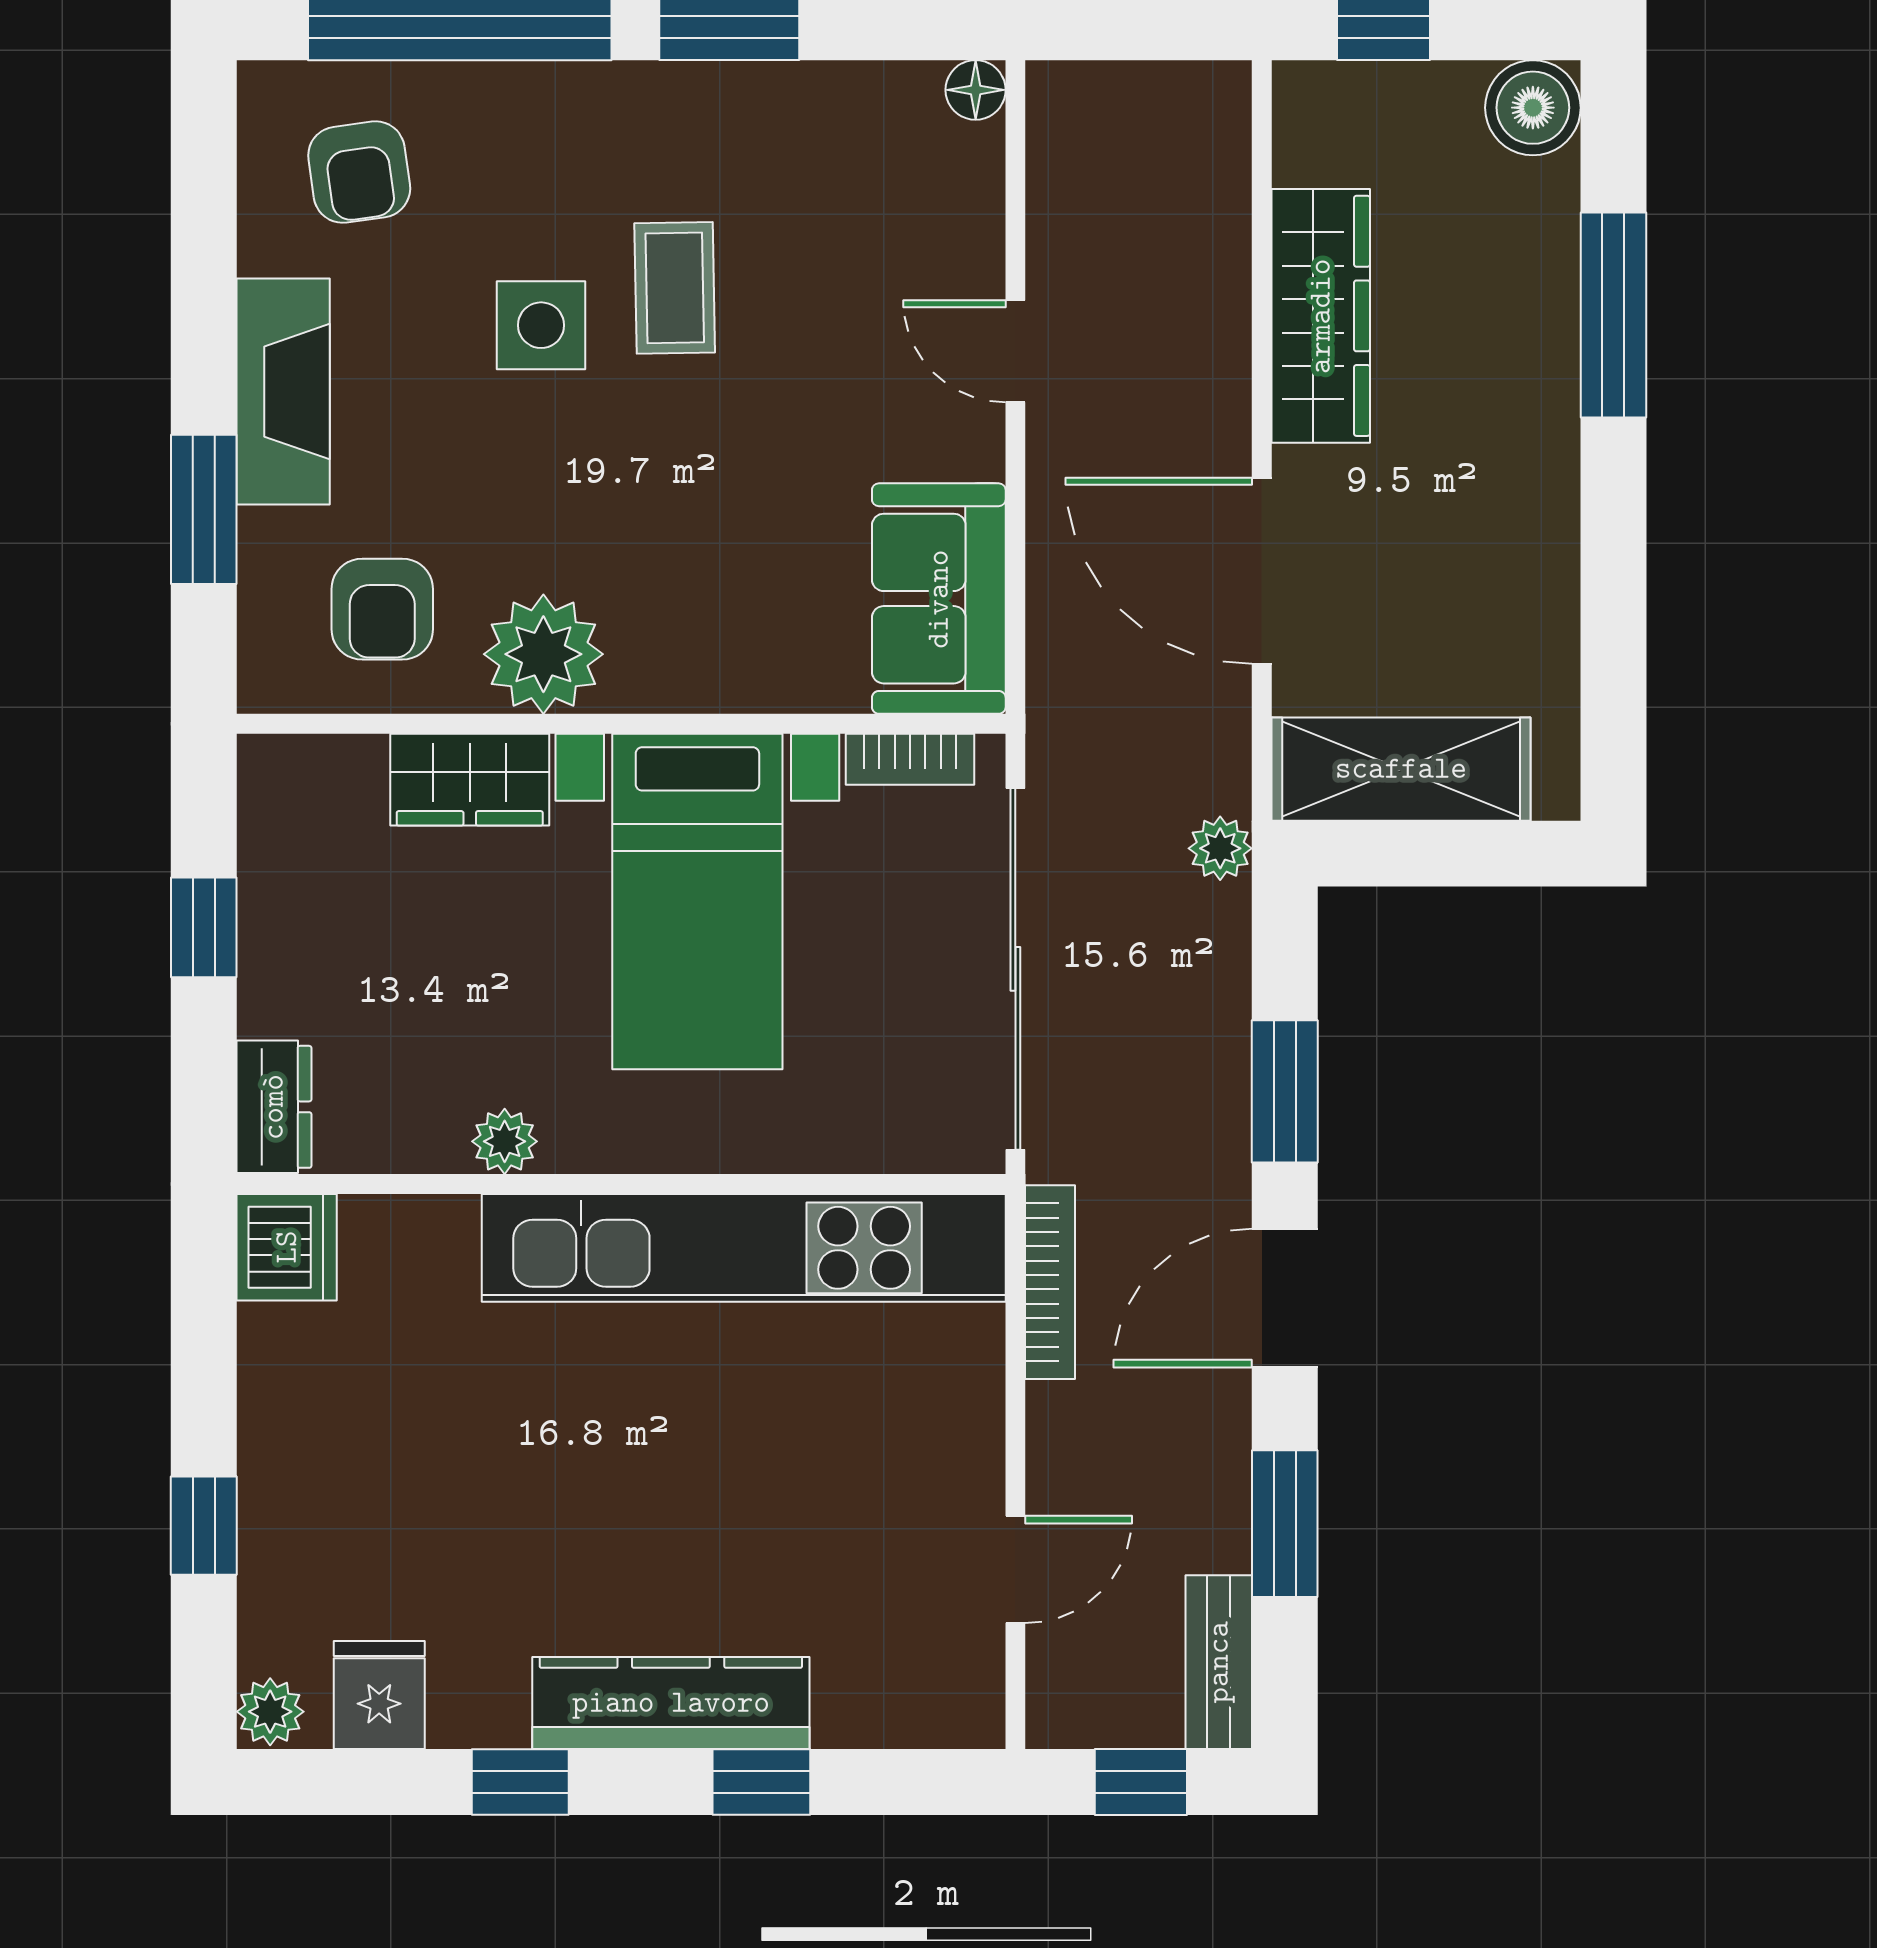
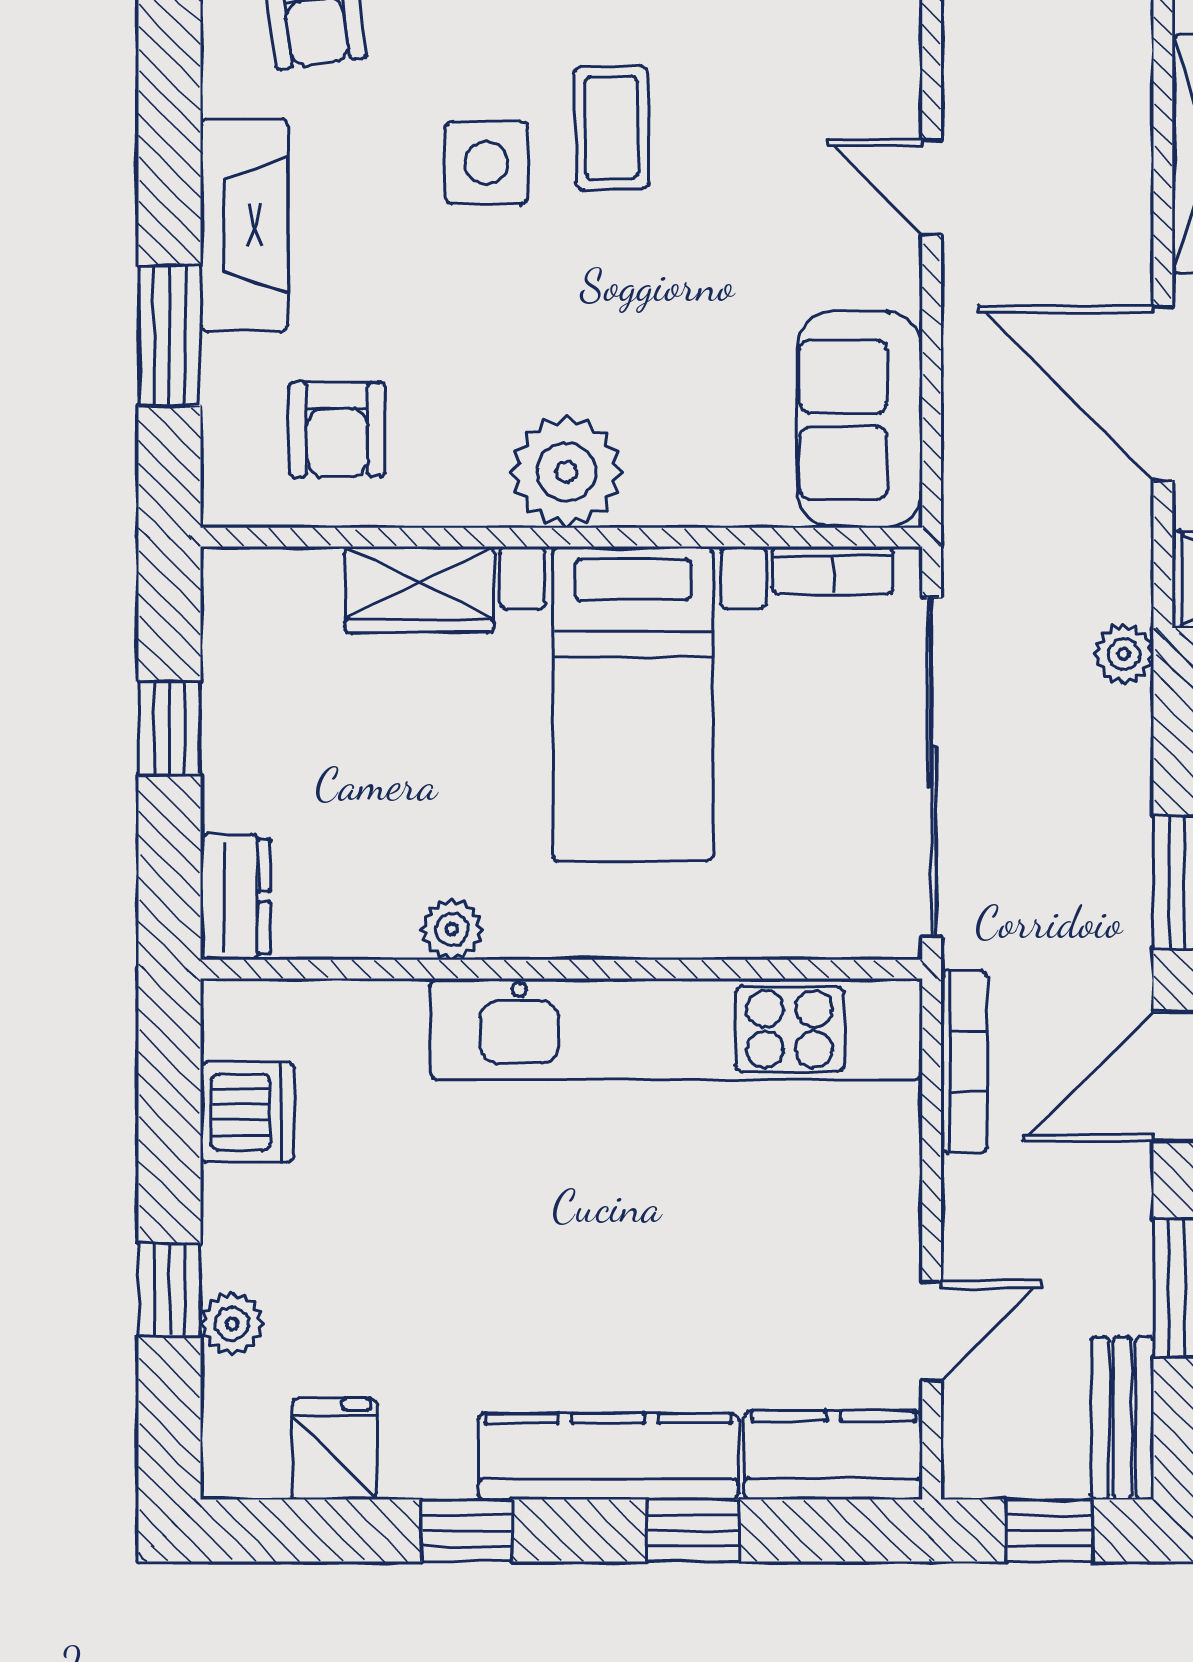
plant: (543, 654) -> (566, 472), moved
dishwasher: (287, 1247) -> (247, 1112), moved
kitchen counter: (911, 1702) -> (833, 1455), added
plant: (270, 1712) -> (232, 1324), moved

